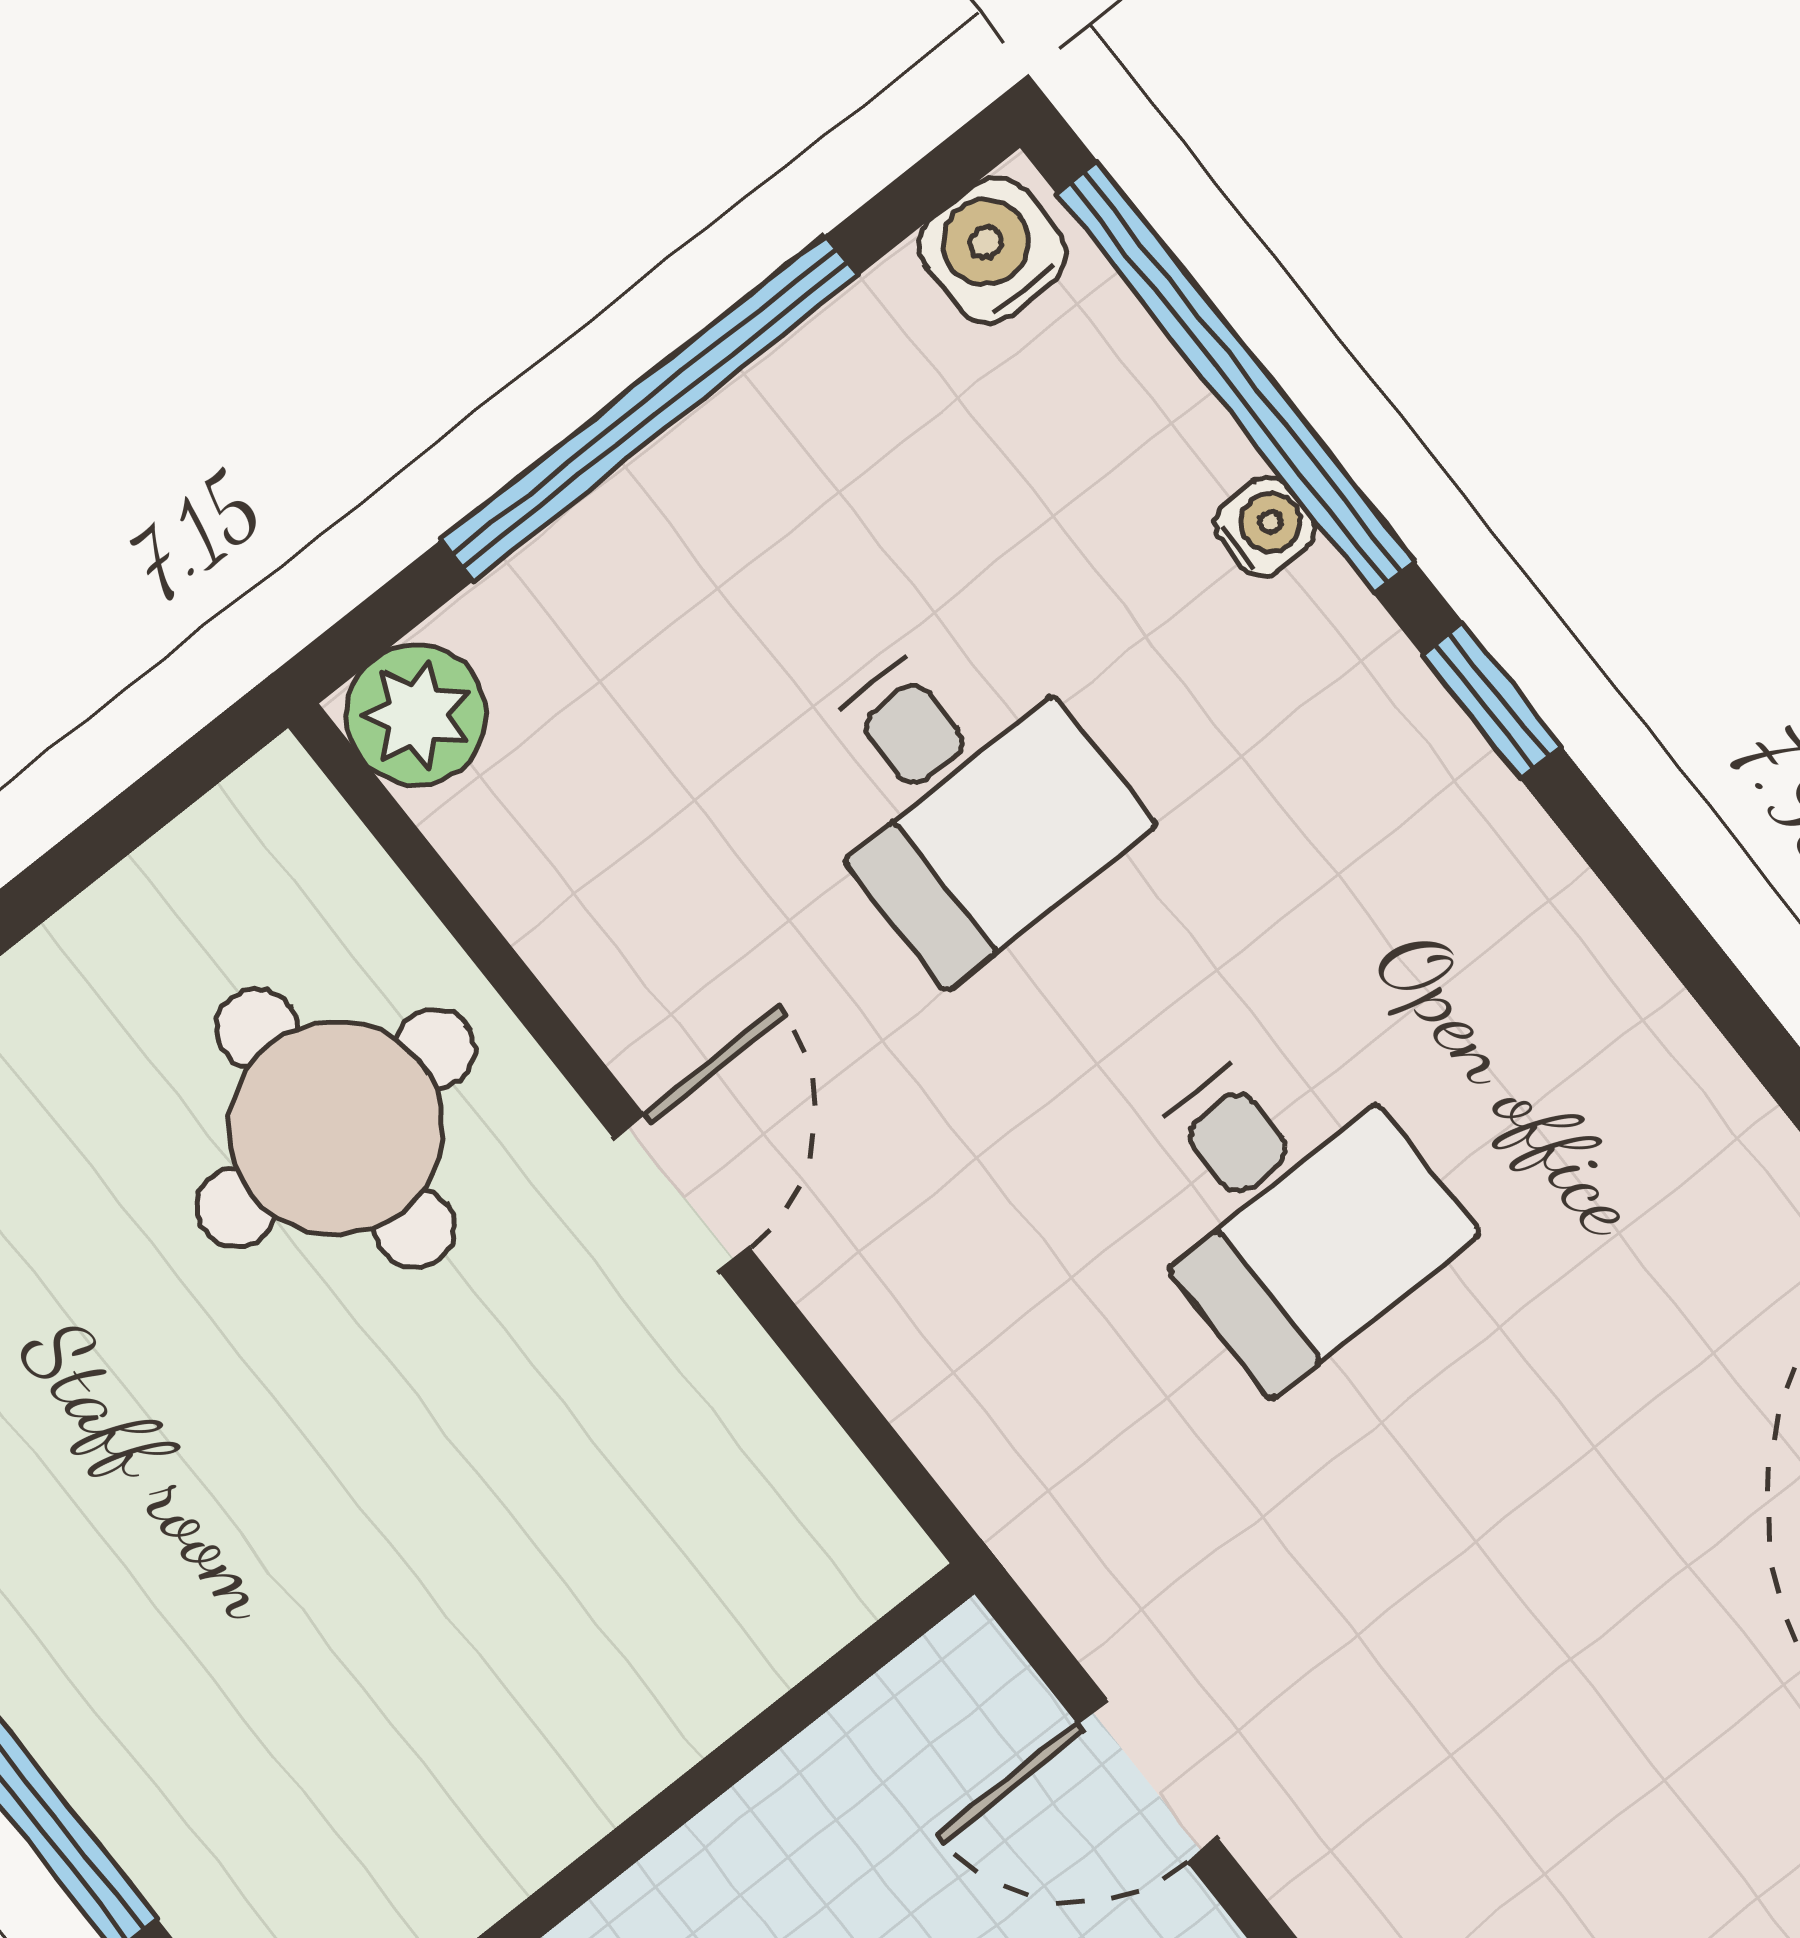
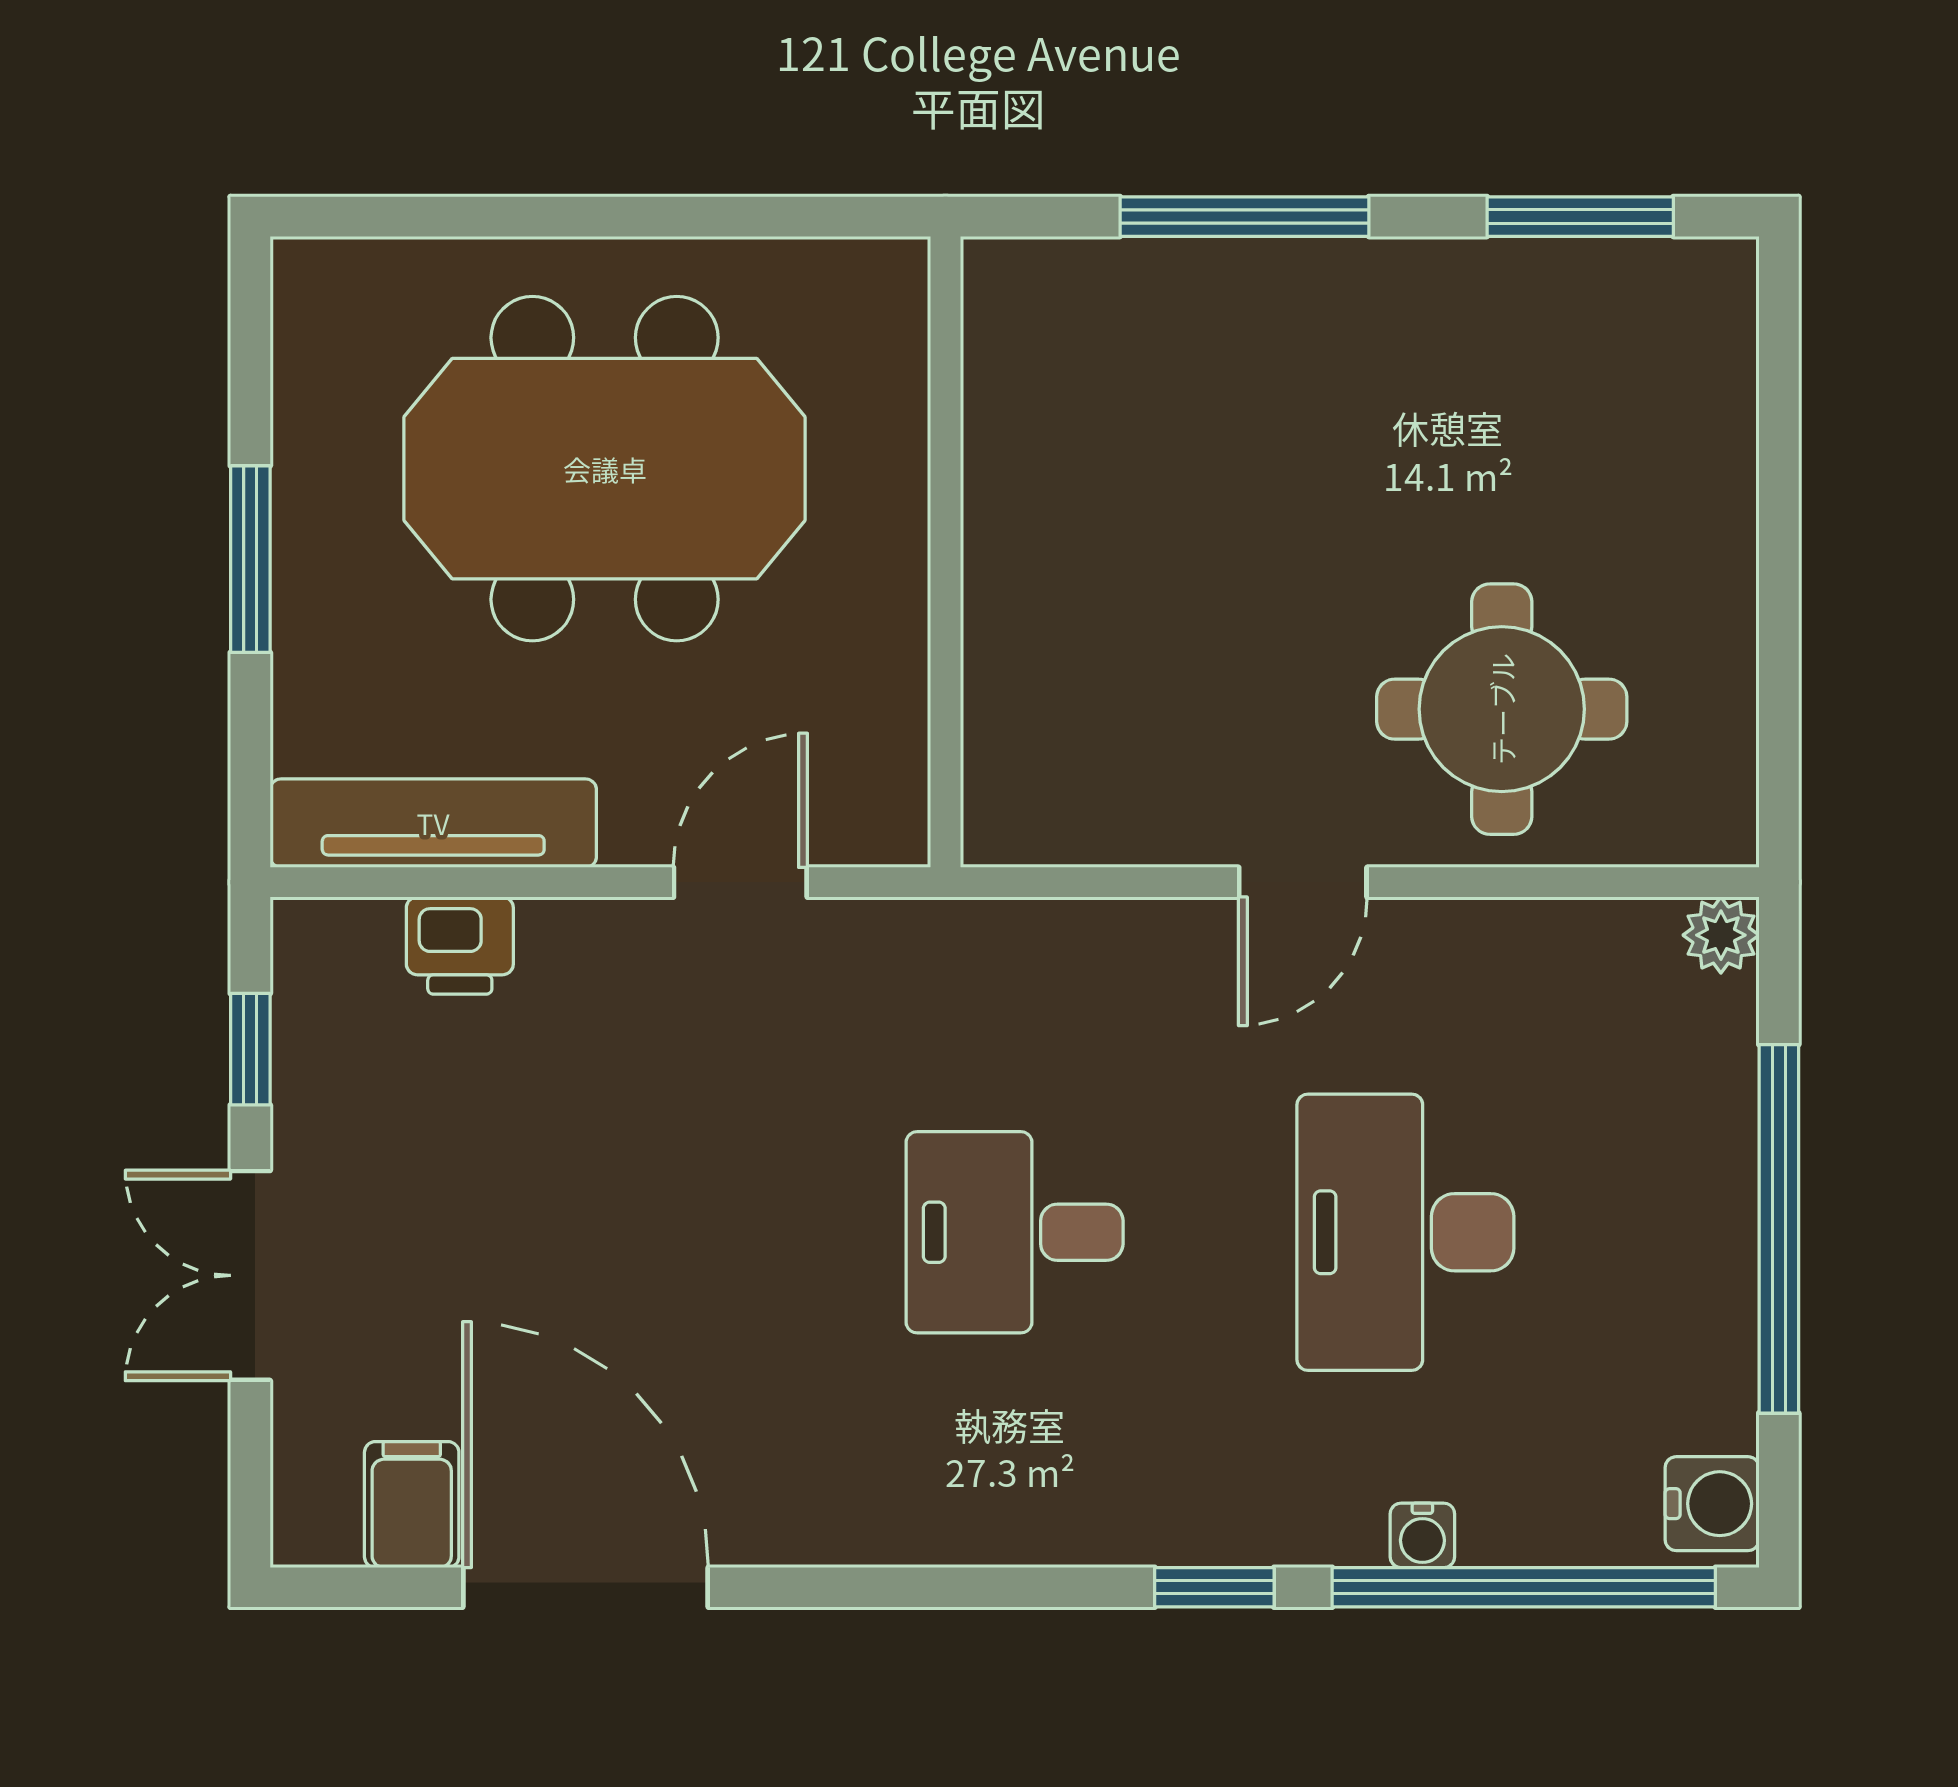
plant: (417, 715) -> (1721, 935), width x0.73, depth x0.73
desk: (962, 795) -> (1405, 1232), width x1.37
door: (681, 1193) -> (1303, 882), hinge flipped

